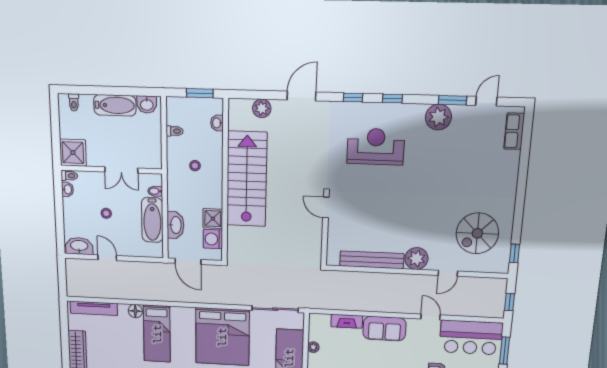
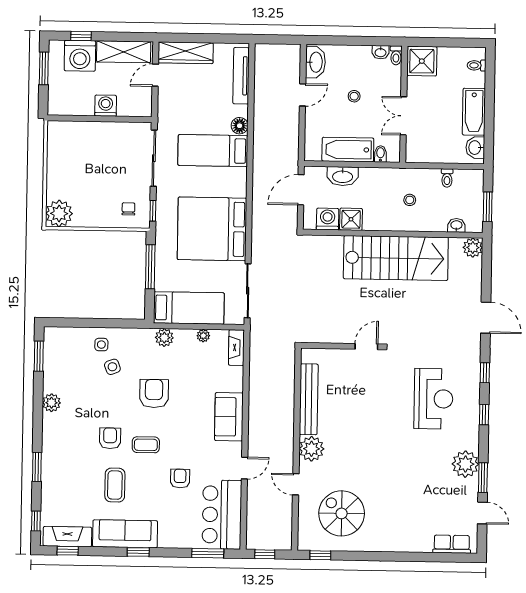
plant: (262, 108) -> (473, 248), moved
fireplace: (347, 321) -> (236, 348), moved

